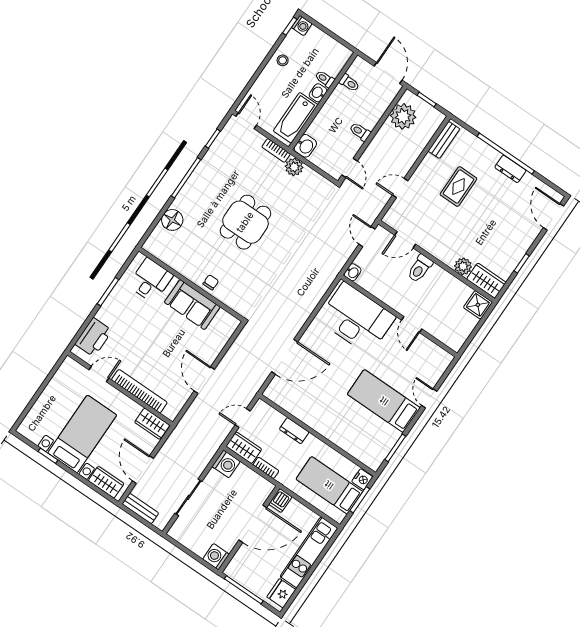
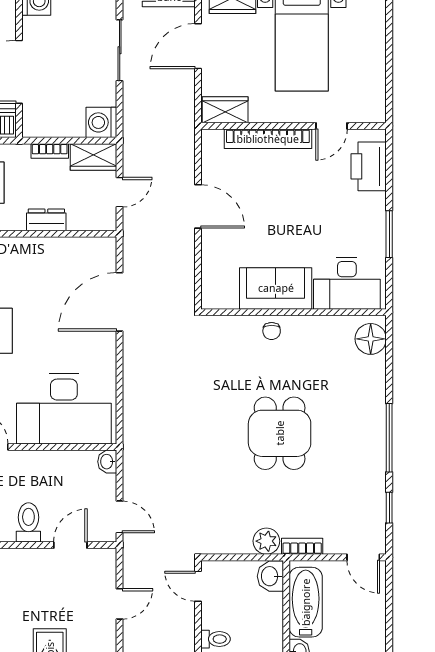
floor lamp: (172, 220) -> (371, 339), moved
desk: (150, 280) -> (347, 283), width x1.37
door: (143, 470) -> (198, 46), swing flipped

